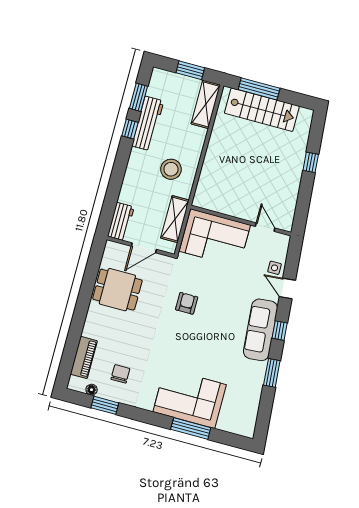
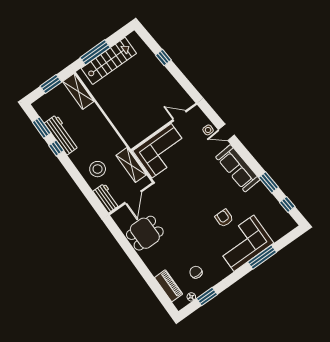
stool: (171, 169) -> (98, 169), moved
armchair: (187, 303) -> (224, 218), moved
window: (280, 331) -> (287, 204), moved

